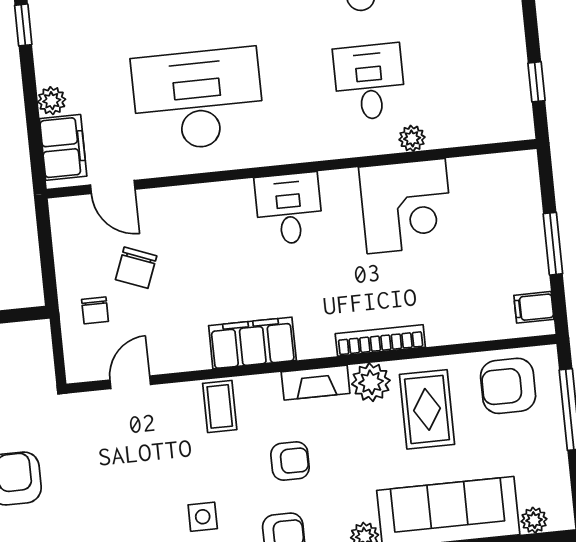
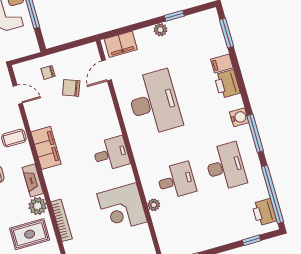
plant: (52, 101) -> (160, 30), moved
bookcase: (380, 340) -> (61, 220), moved

